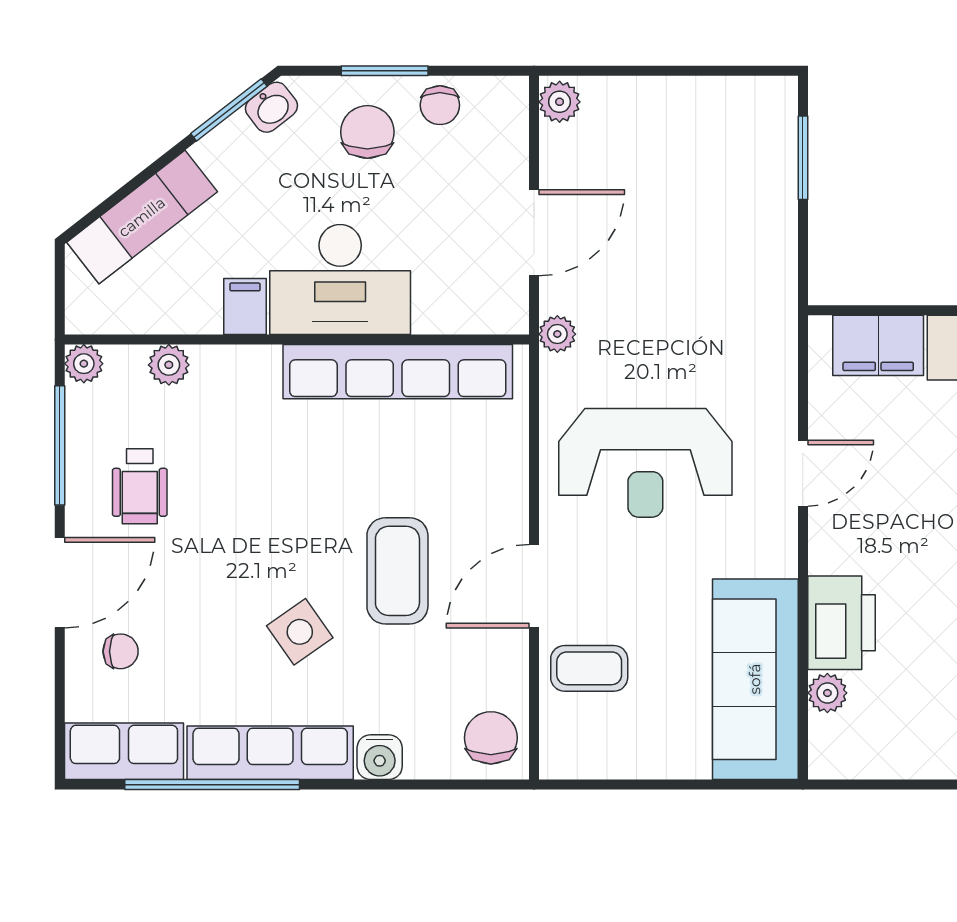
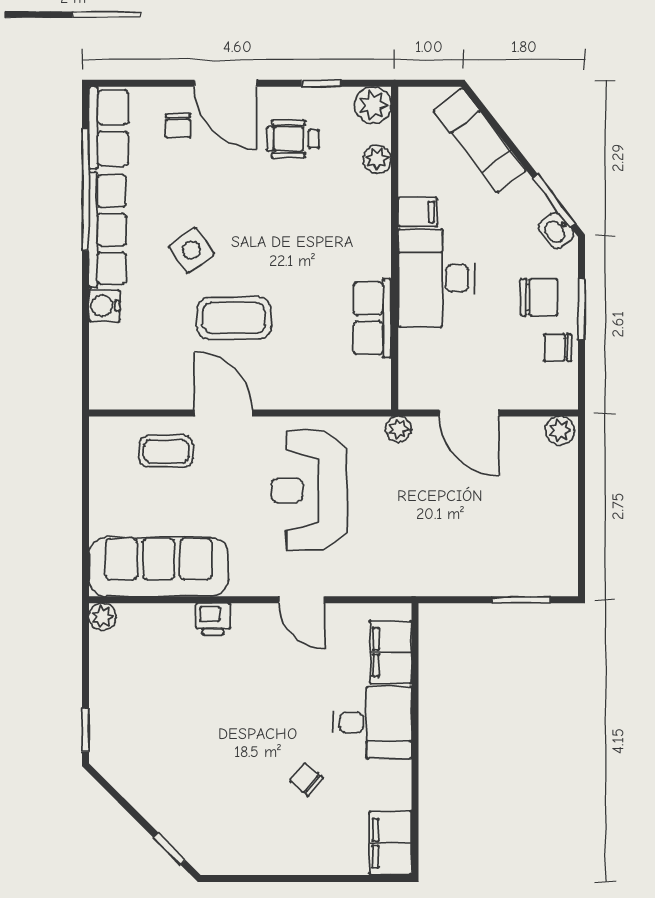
plant: (84, 364) -> (373, 105), width x1.38, depth x1.38
row of seats: (398, 372) -> (372, 318), width x0.50
window: (60, 445) -> (321, 83), width x0.46
printer: (842, 623) -> (213, 619), width x0.53, depth x0.68
coffee table: (589, 668) -> (166, 451), turned 90
plant: (827, 693) -> (102, 617), moved
chair: (491, 738) -> (118, 383), removed

